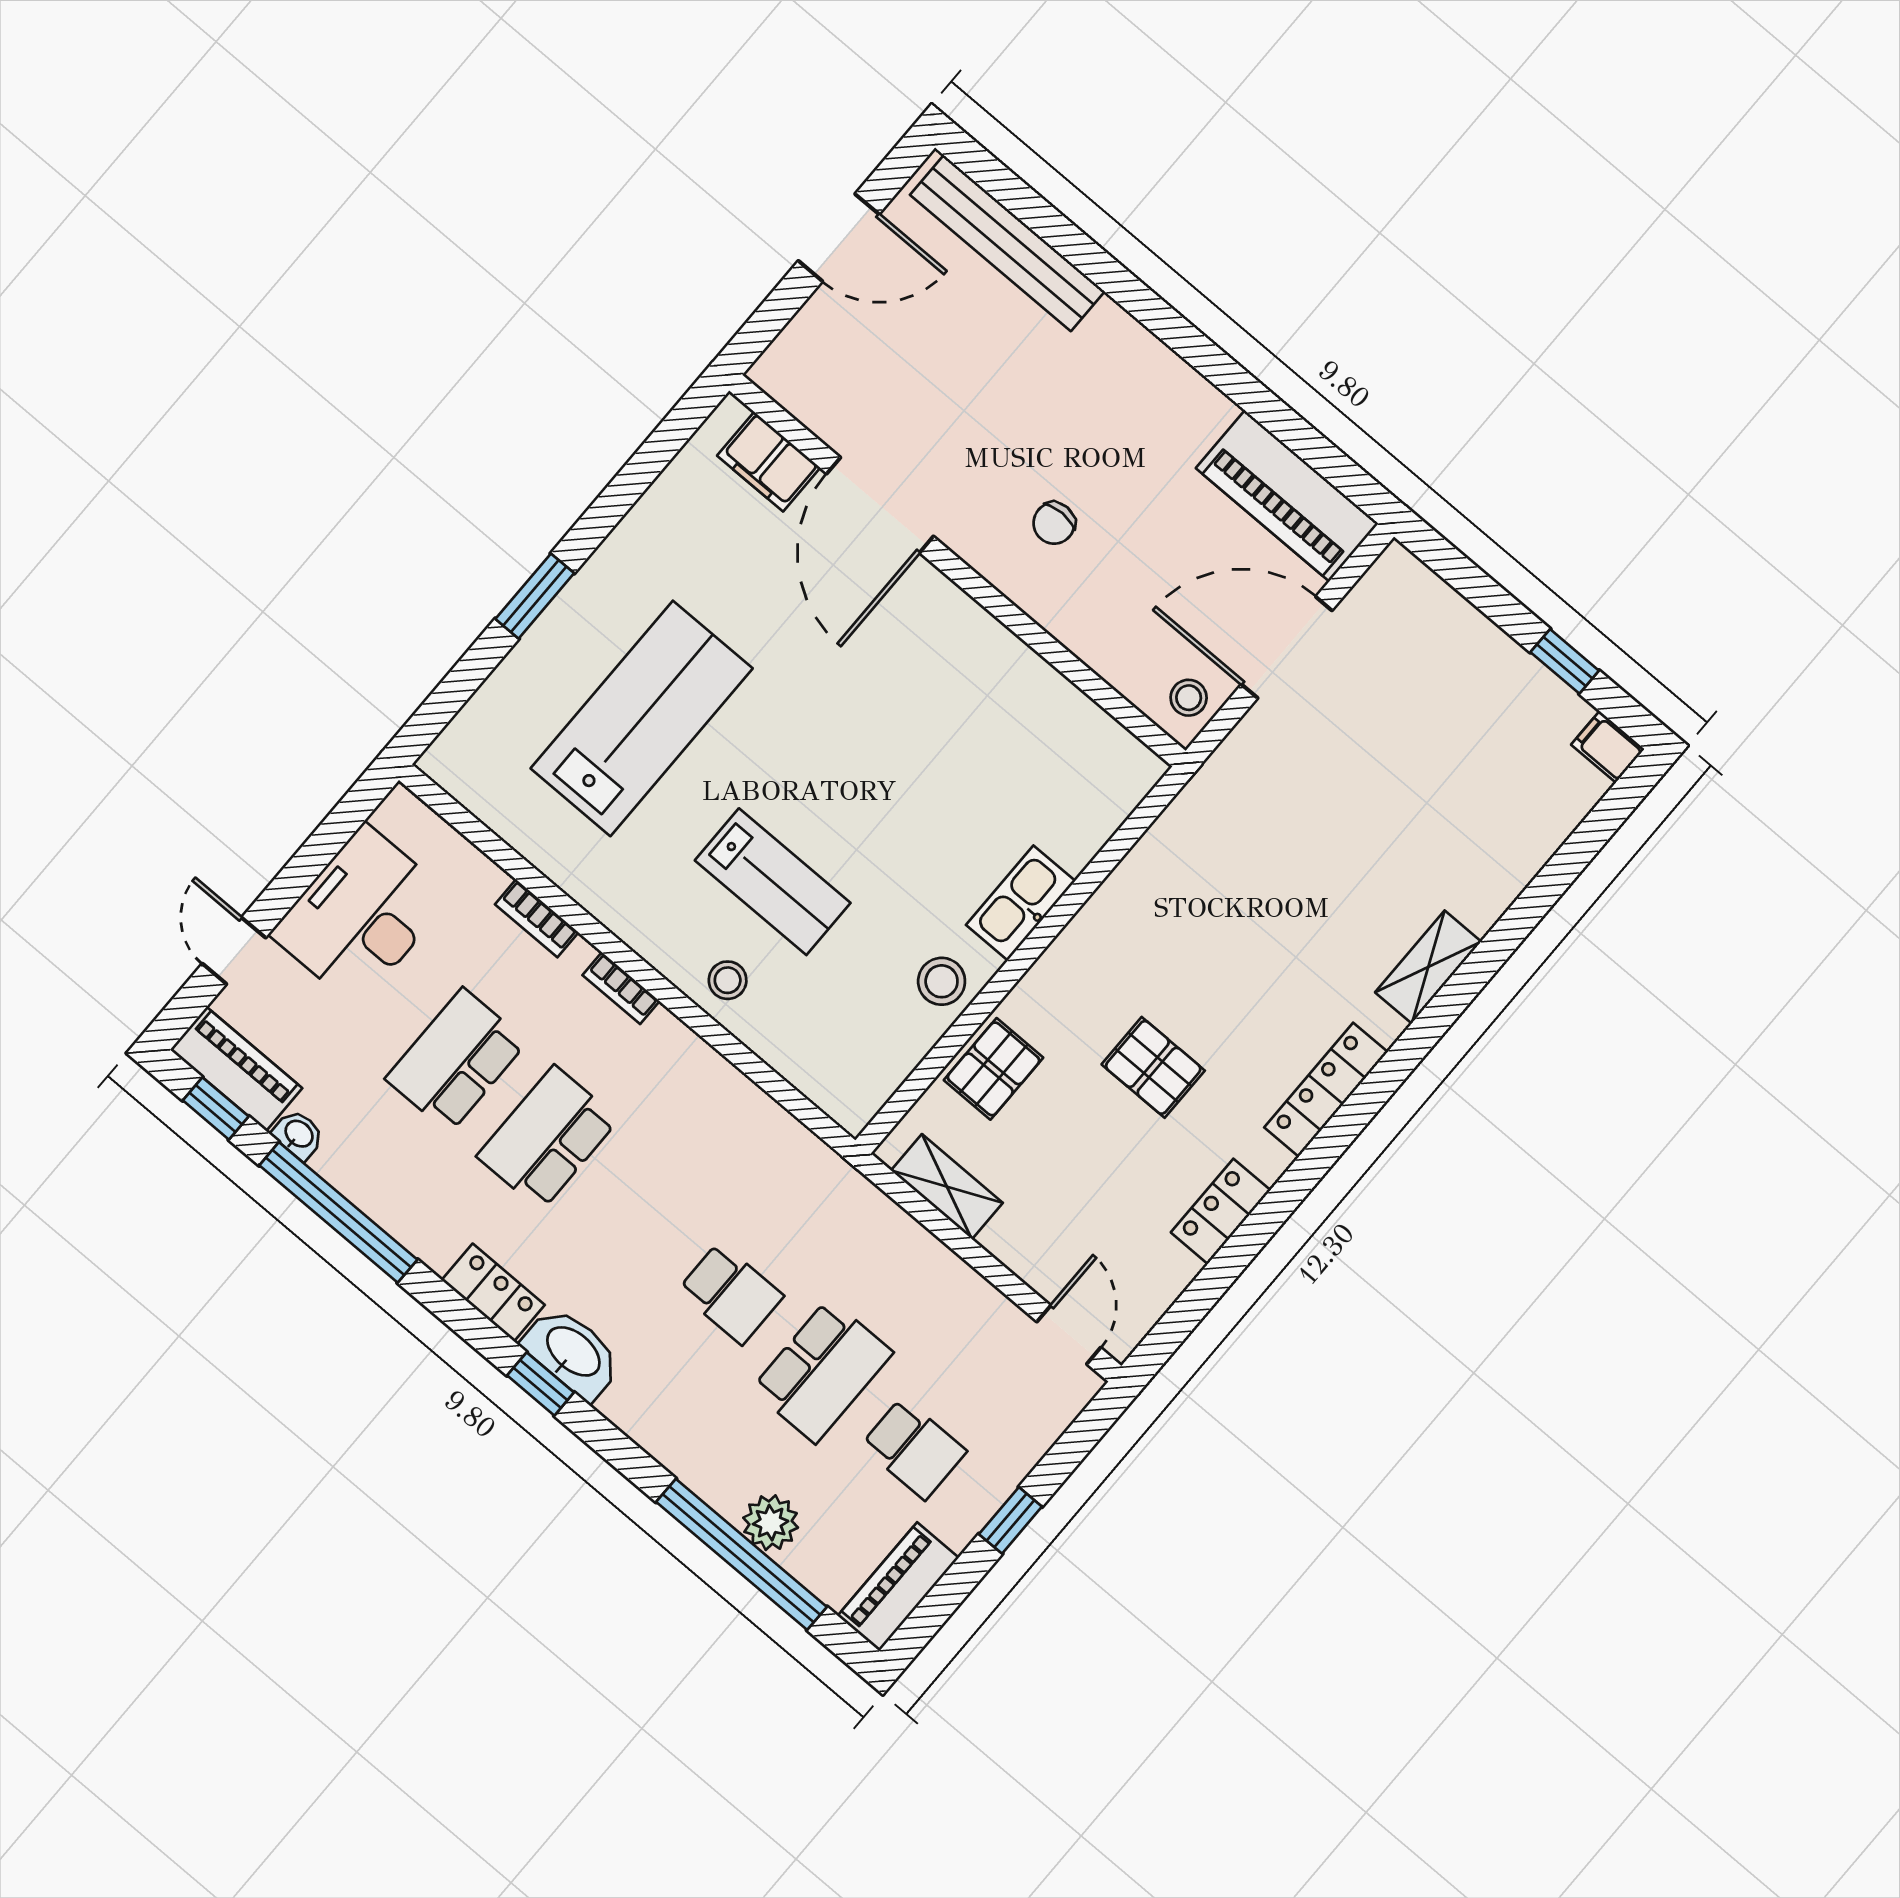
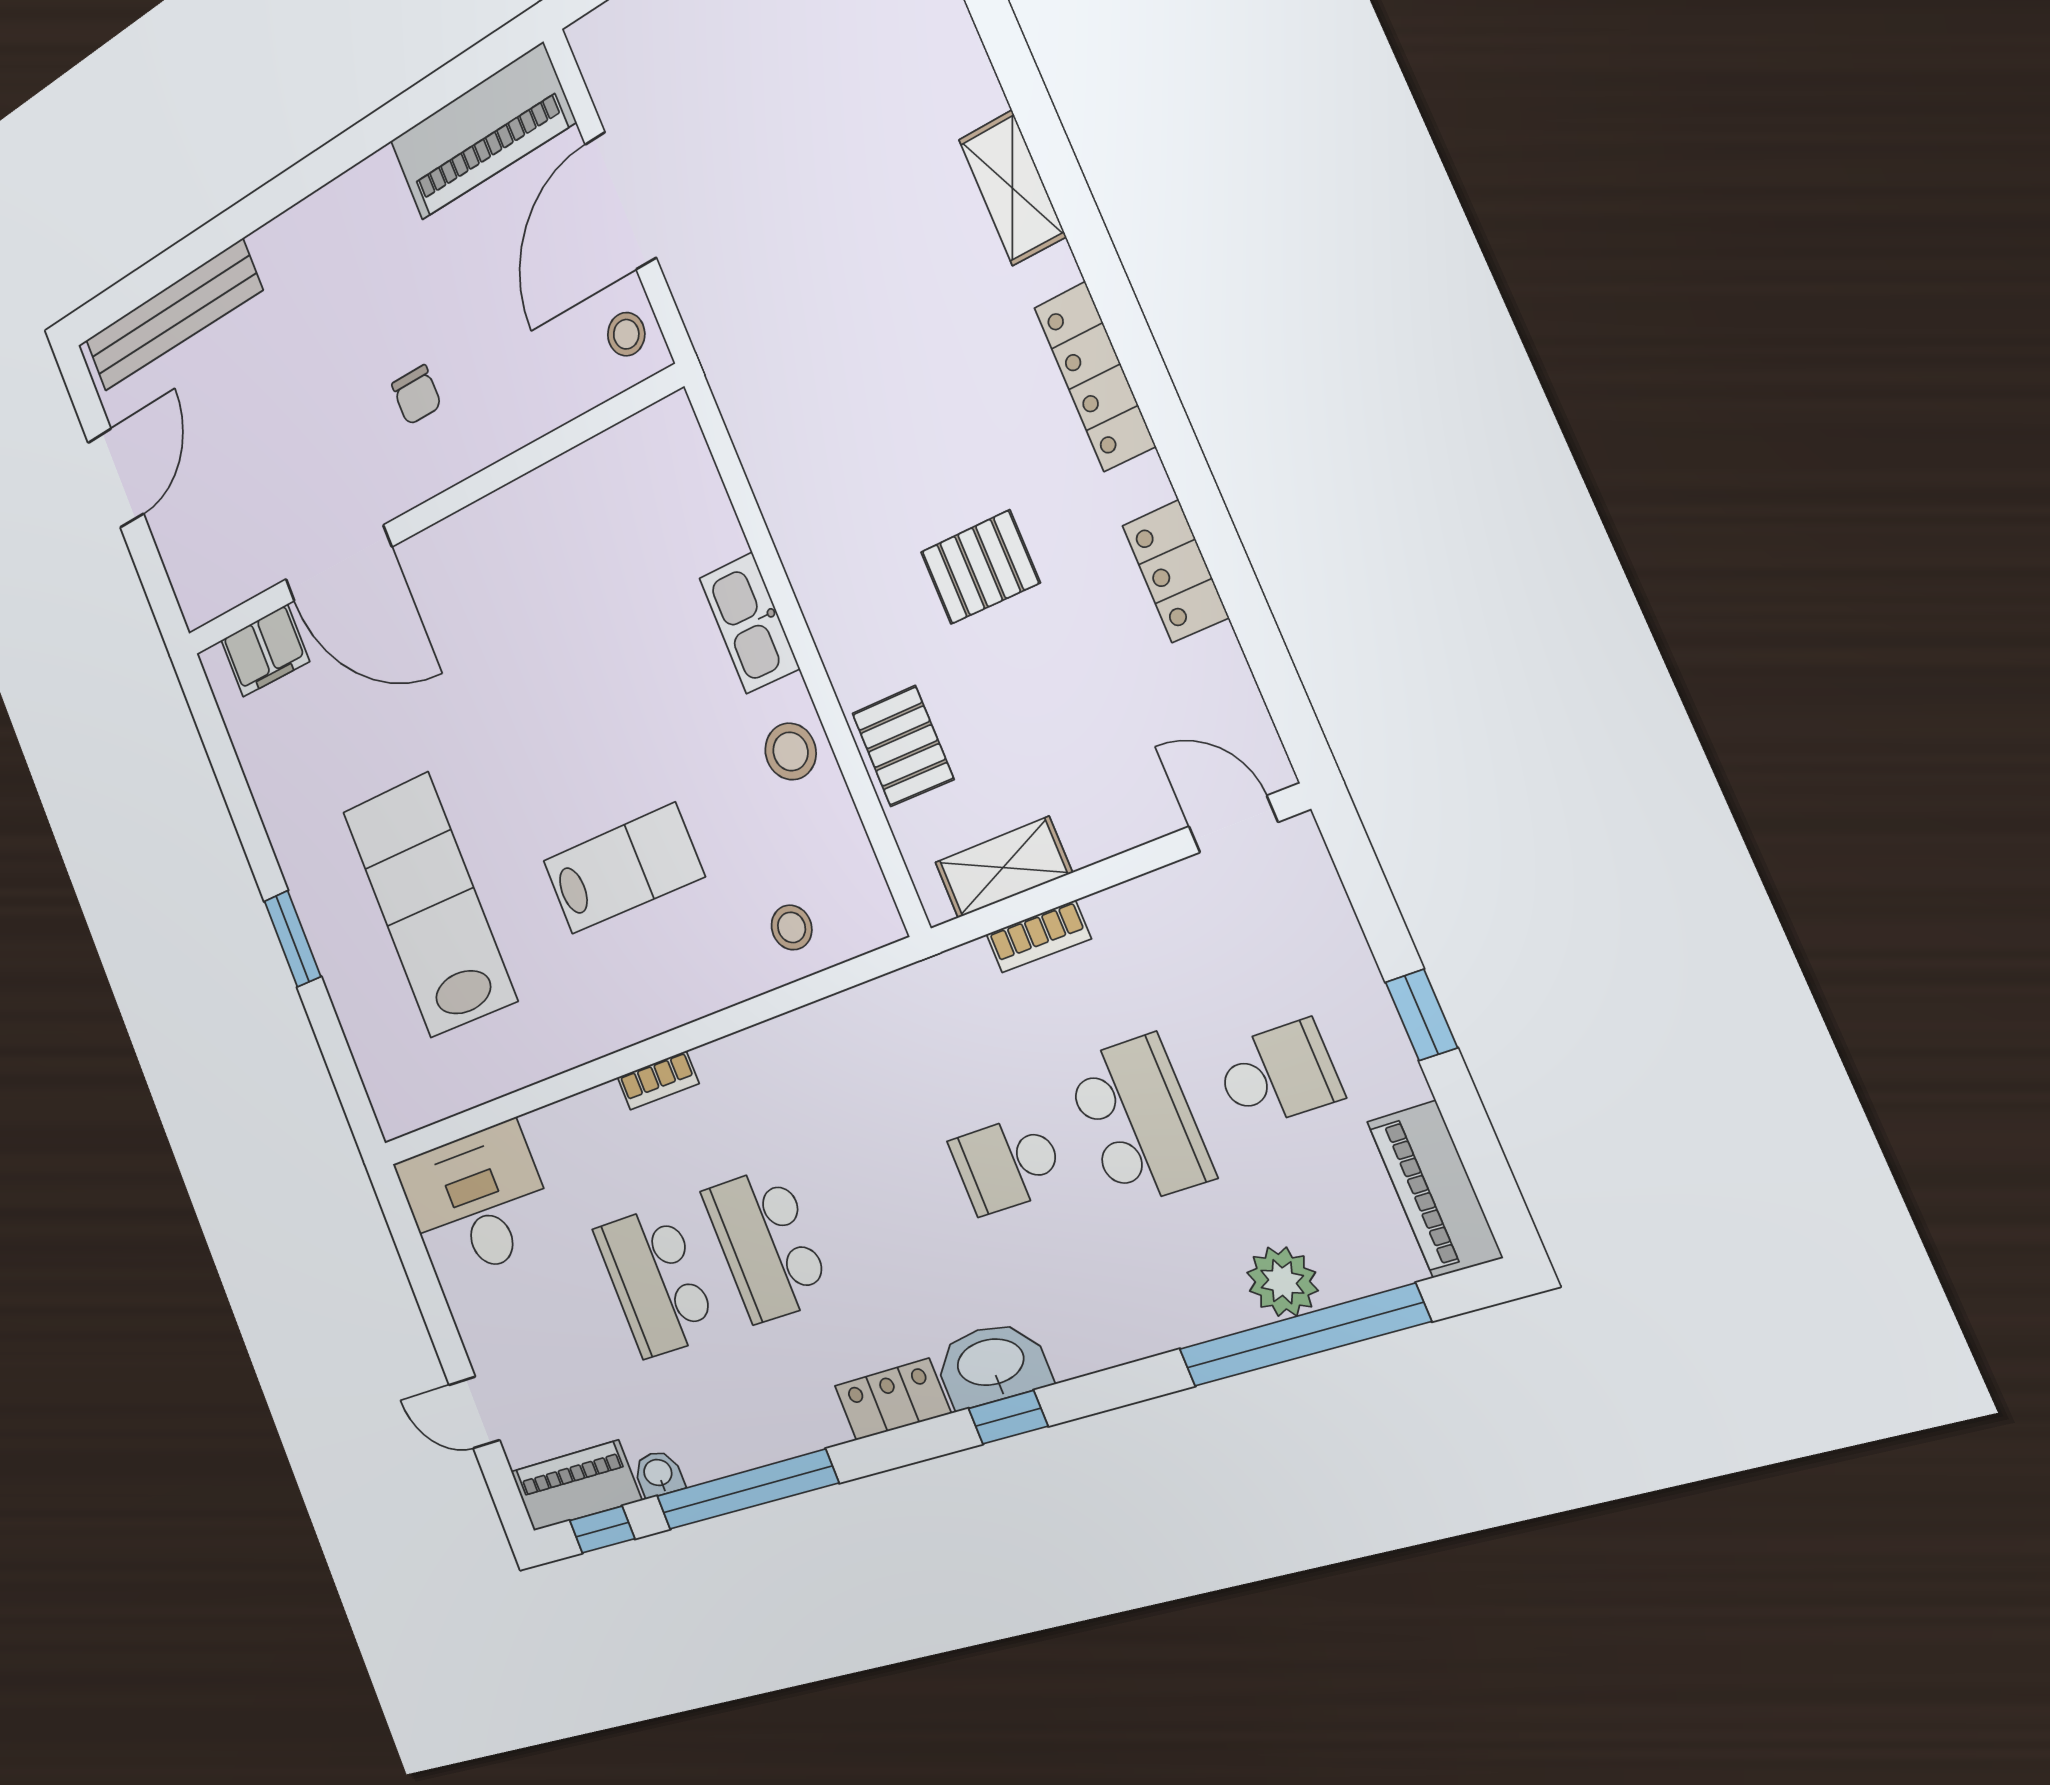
desk: (361, 915) -> (477, 1202), moved, turned 90
bookcase: (537, 918) -> (1038, 937), moved
stool: (728, 980) -> (792, 927), moved
school desk: (731, 1293) -> (1007, 1164), turned 180

